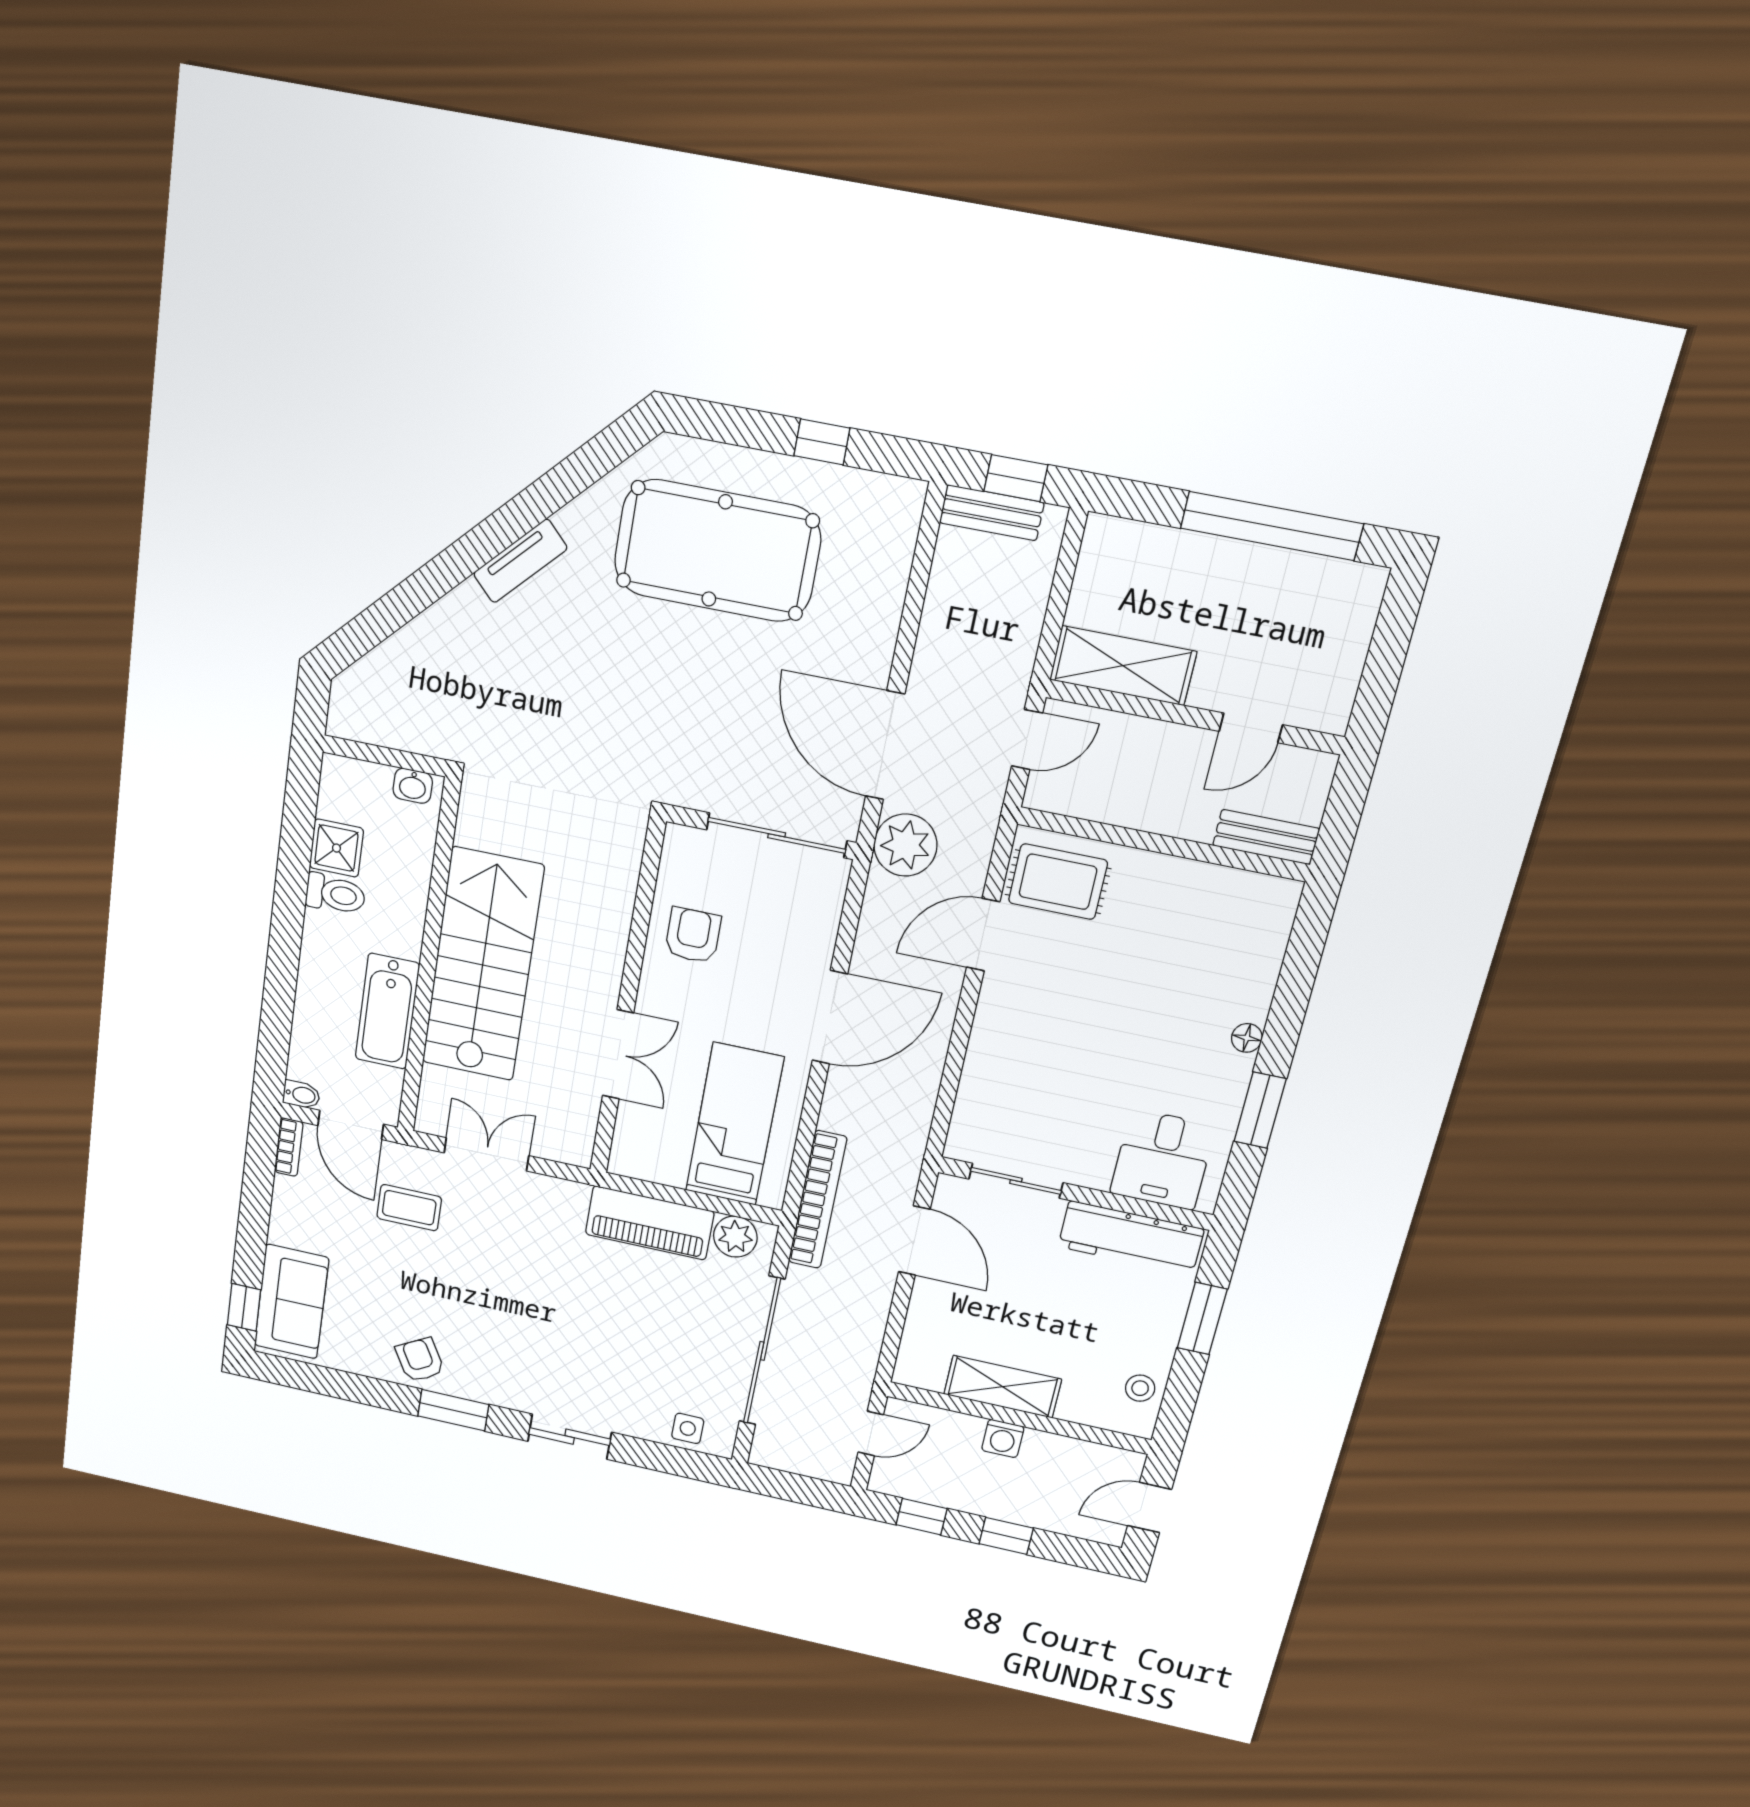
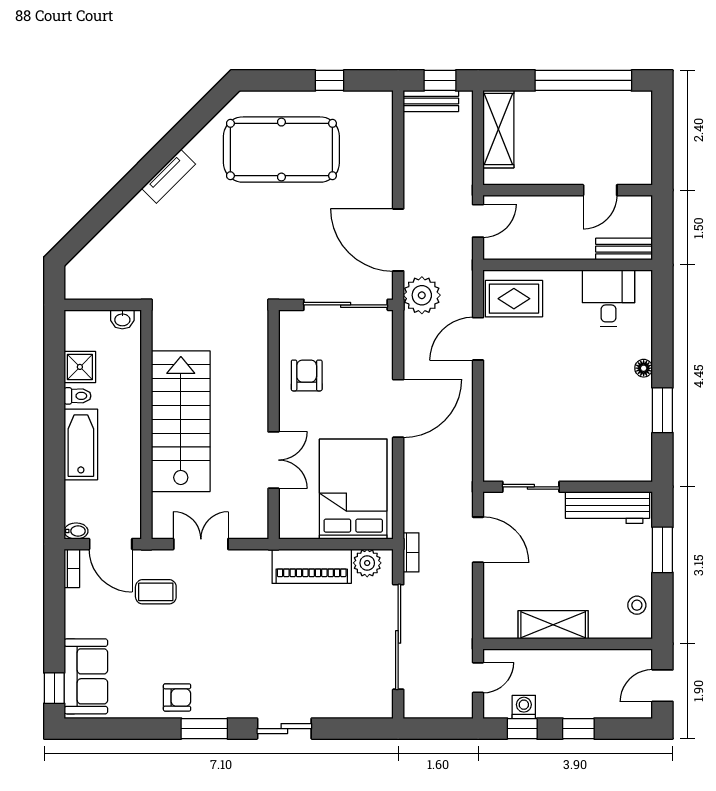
shelving: (1123, 666) -> (498, 129), moved, turned 90
toilet: (335, 894) -> (78, 396), width x0.73, depth x0.72
bathtub: (387, 1011) -> (81, 444), moved, turned 180
bed: (734, 1124) -> (353, 489), width x1.50
desk: (1163, 1159) -> (609, 298), moved, turned 180
bookcase: (818, 1200) -> (411, 552), width x0.43, depth x0.76
armchair: (420, 1360) -> (177, 697), turned 119
side table: (688, 1428) -> (360, 703), removed
washing machine: (1003, 1438) -> (524, 707), moved, turned 180

